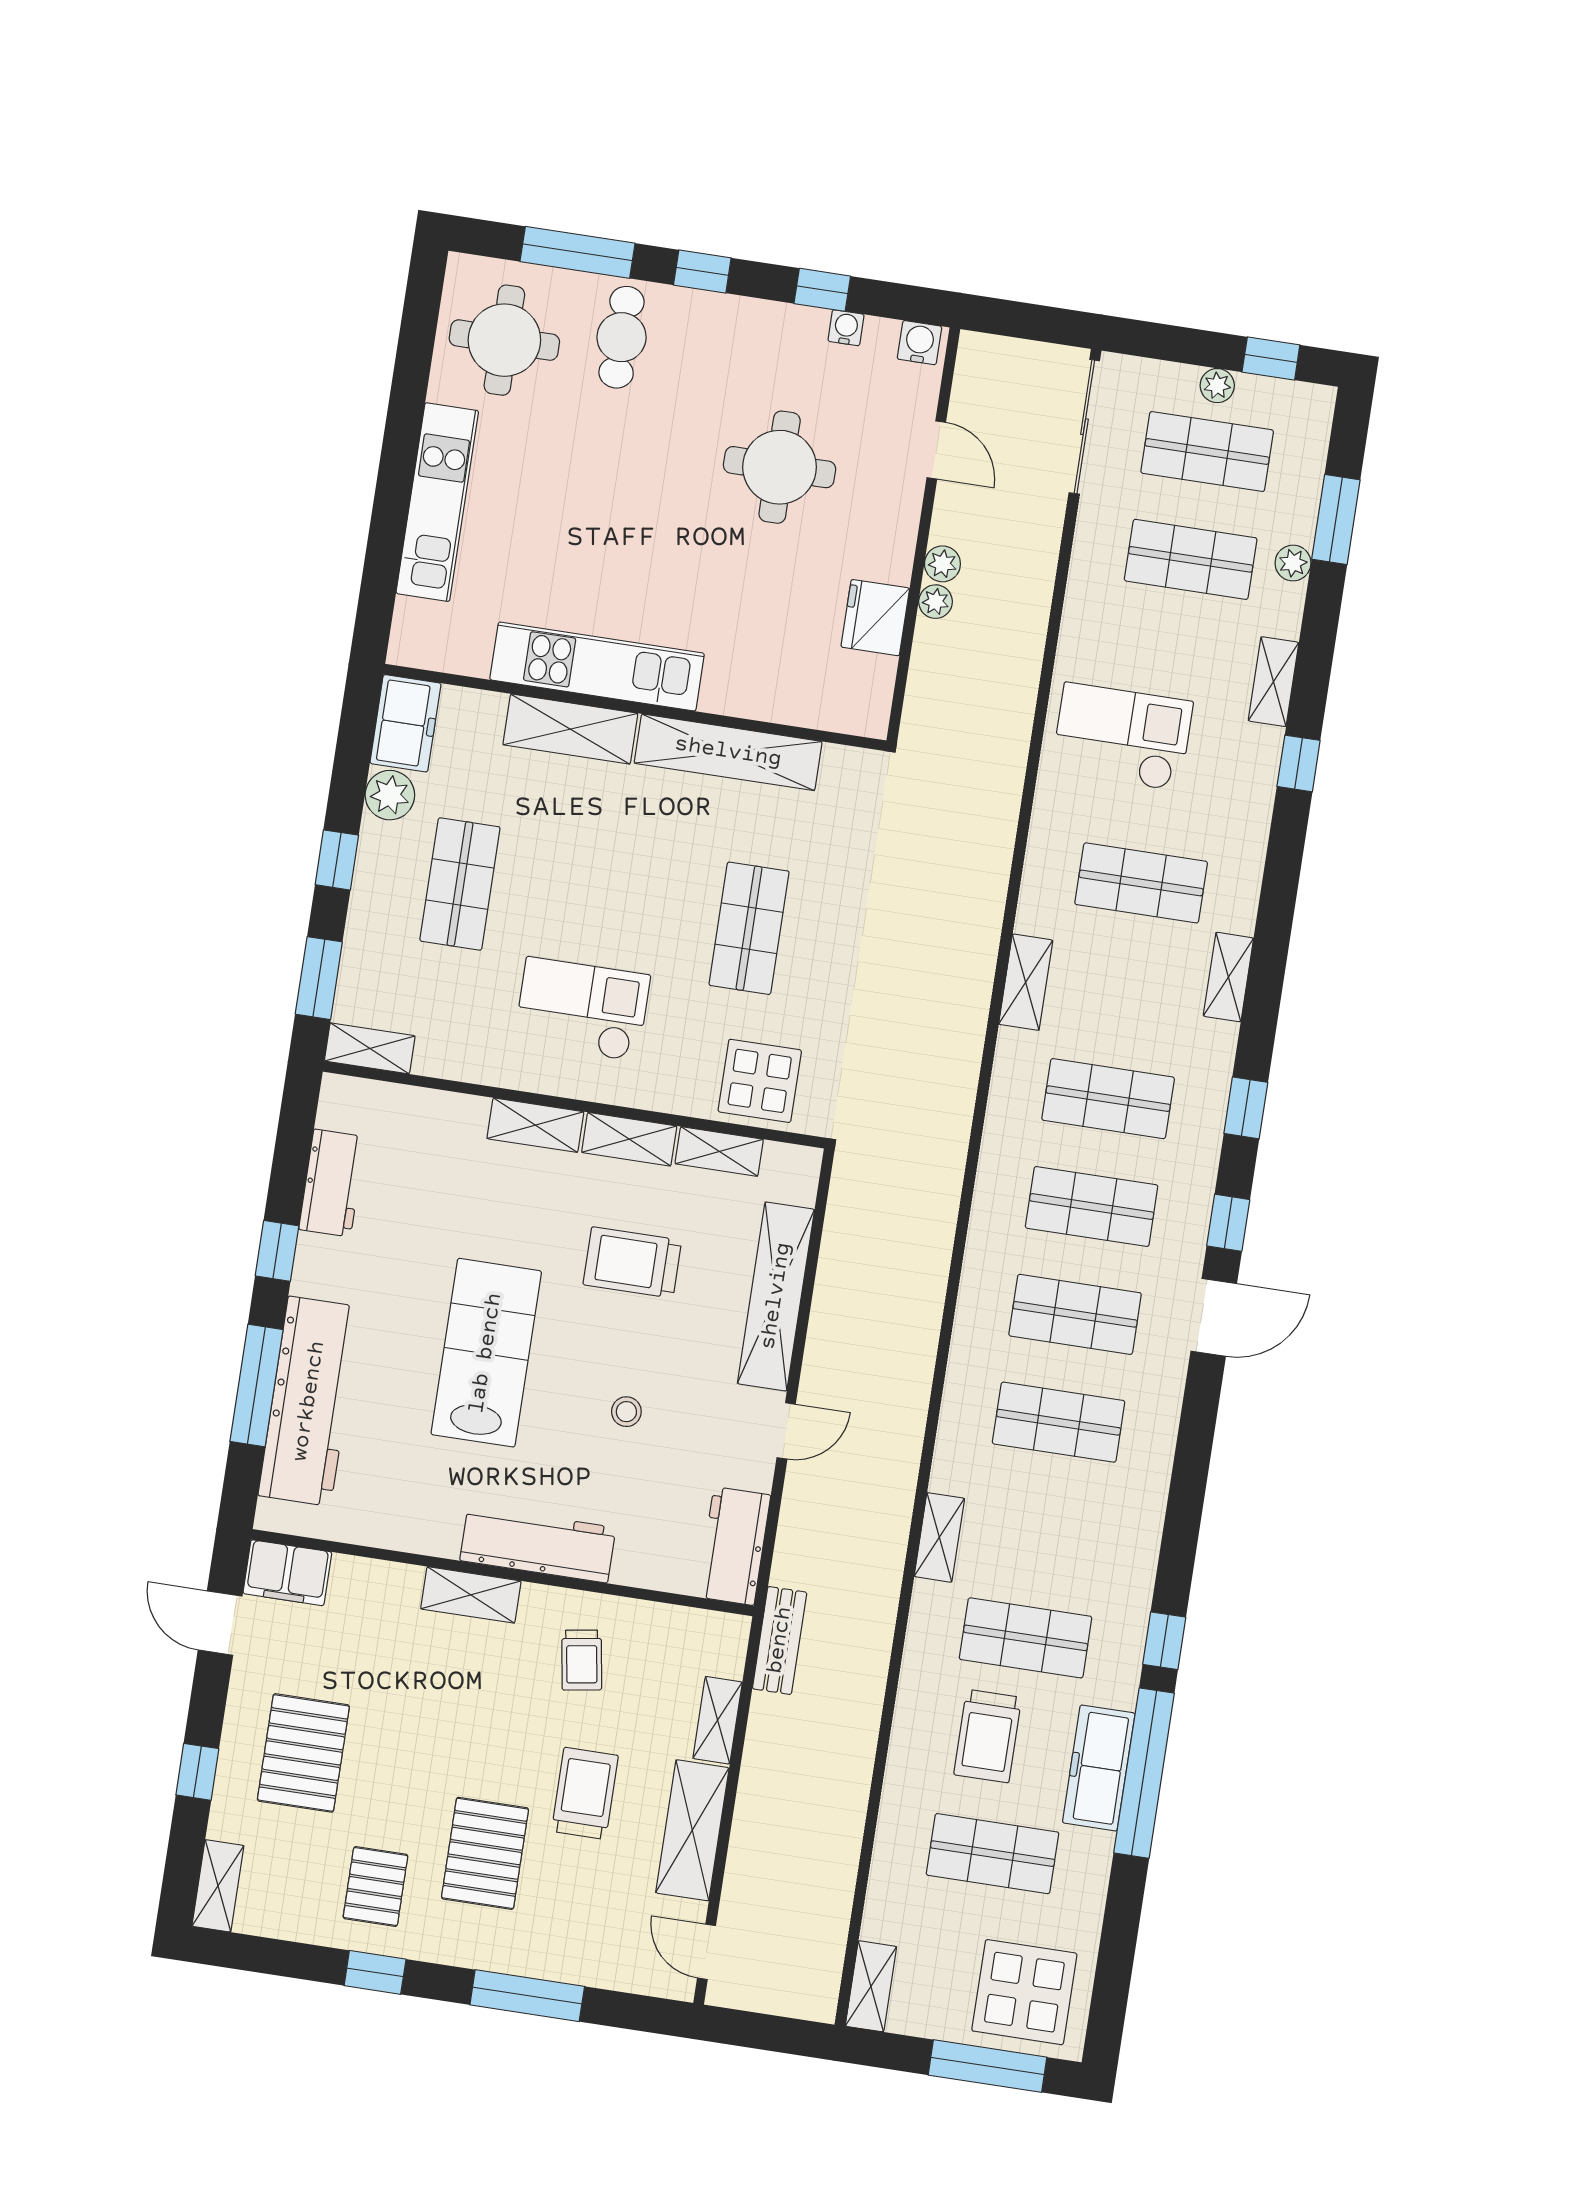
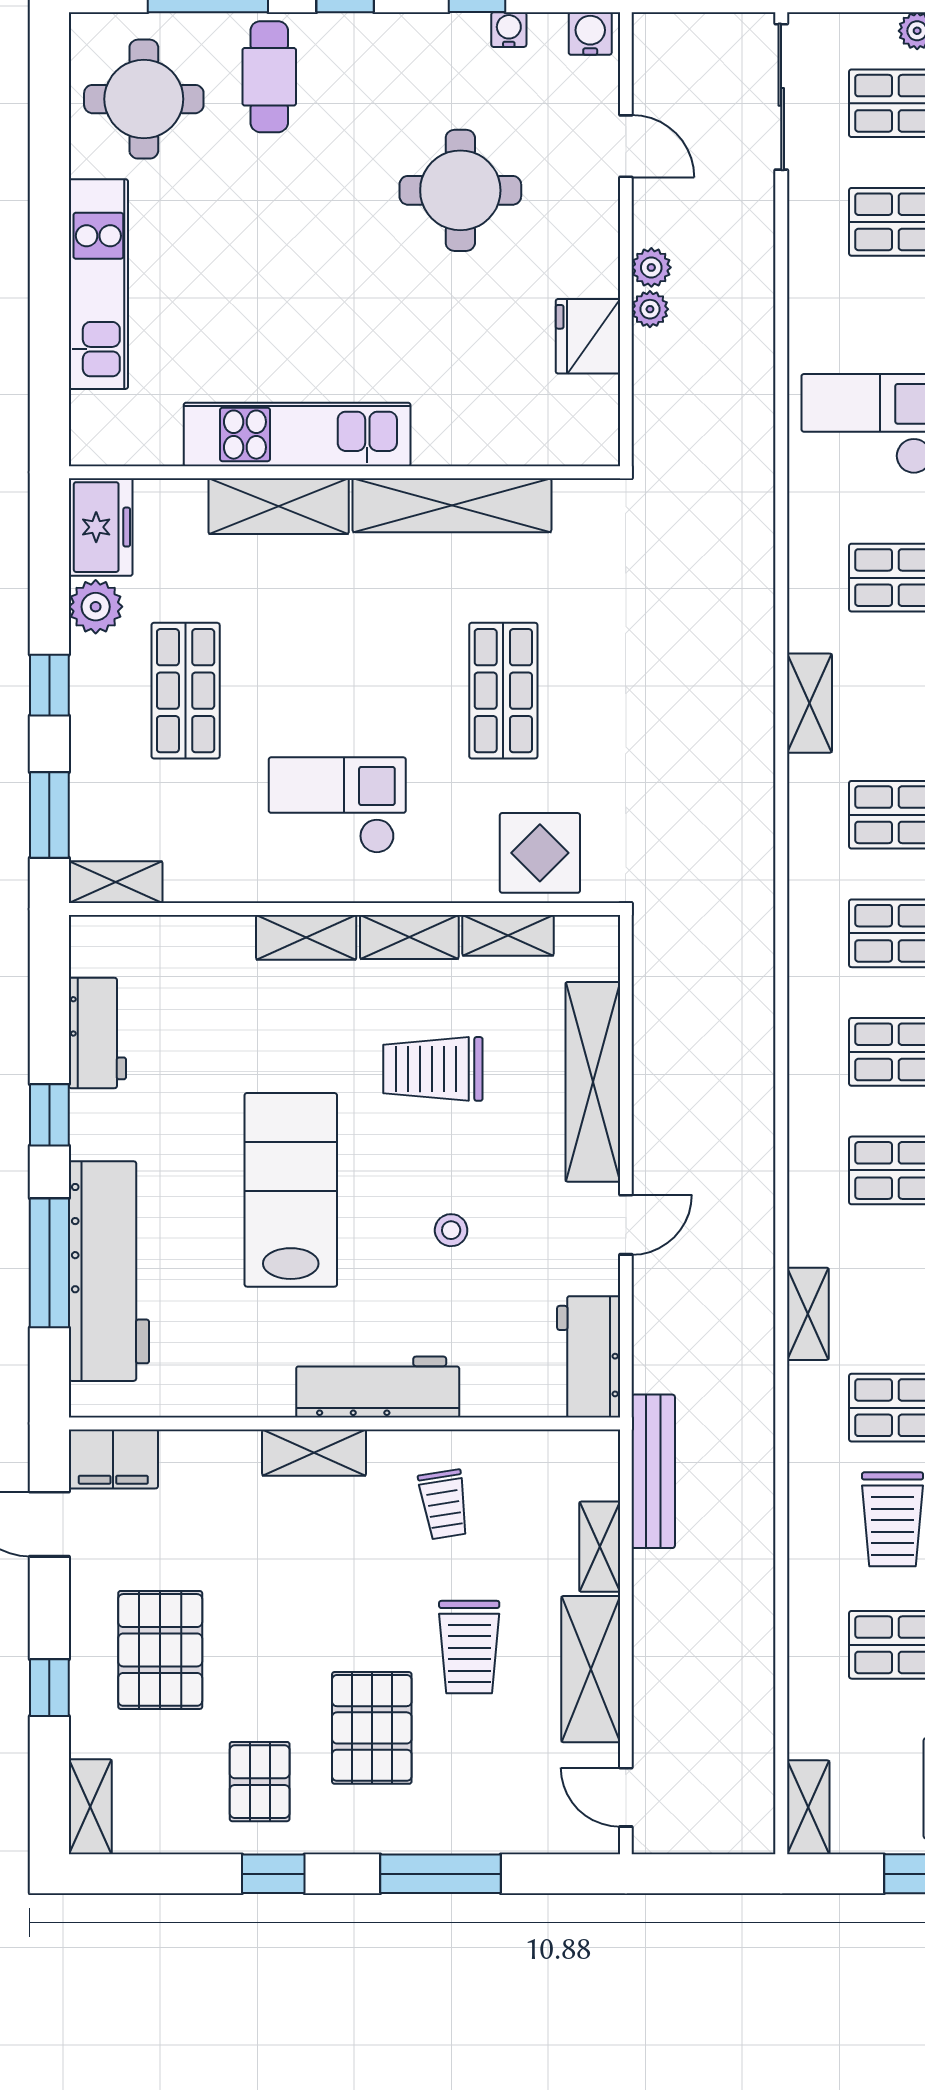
bench: (780, 1640) -> (653, 1471), width x1.36
trolley: (585, 1793) -> (469, 1647), turned 180

